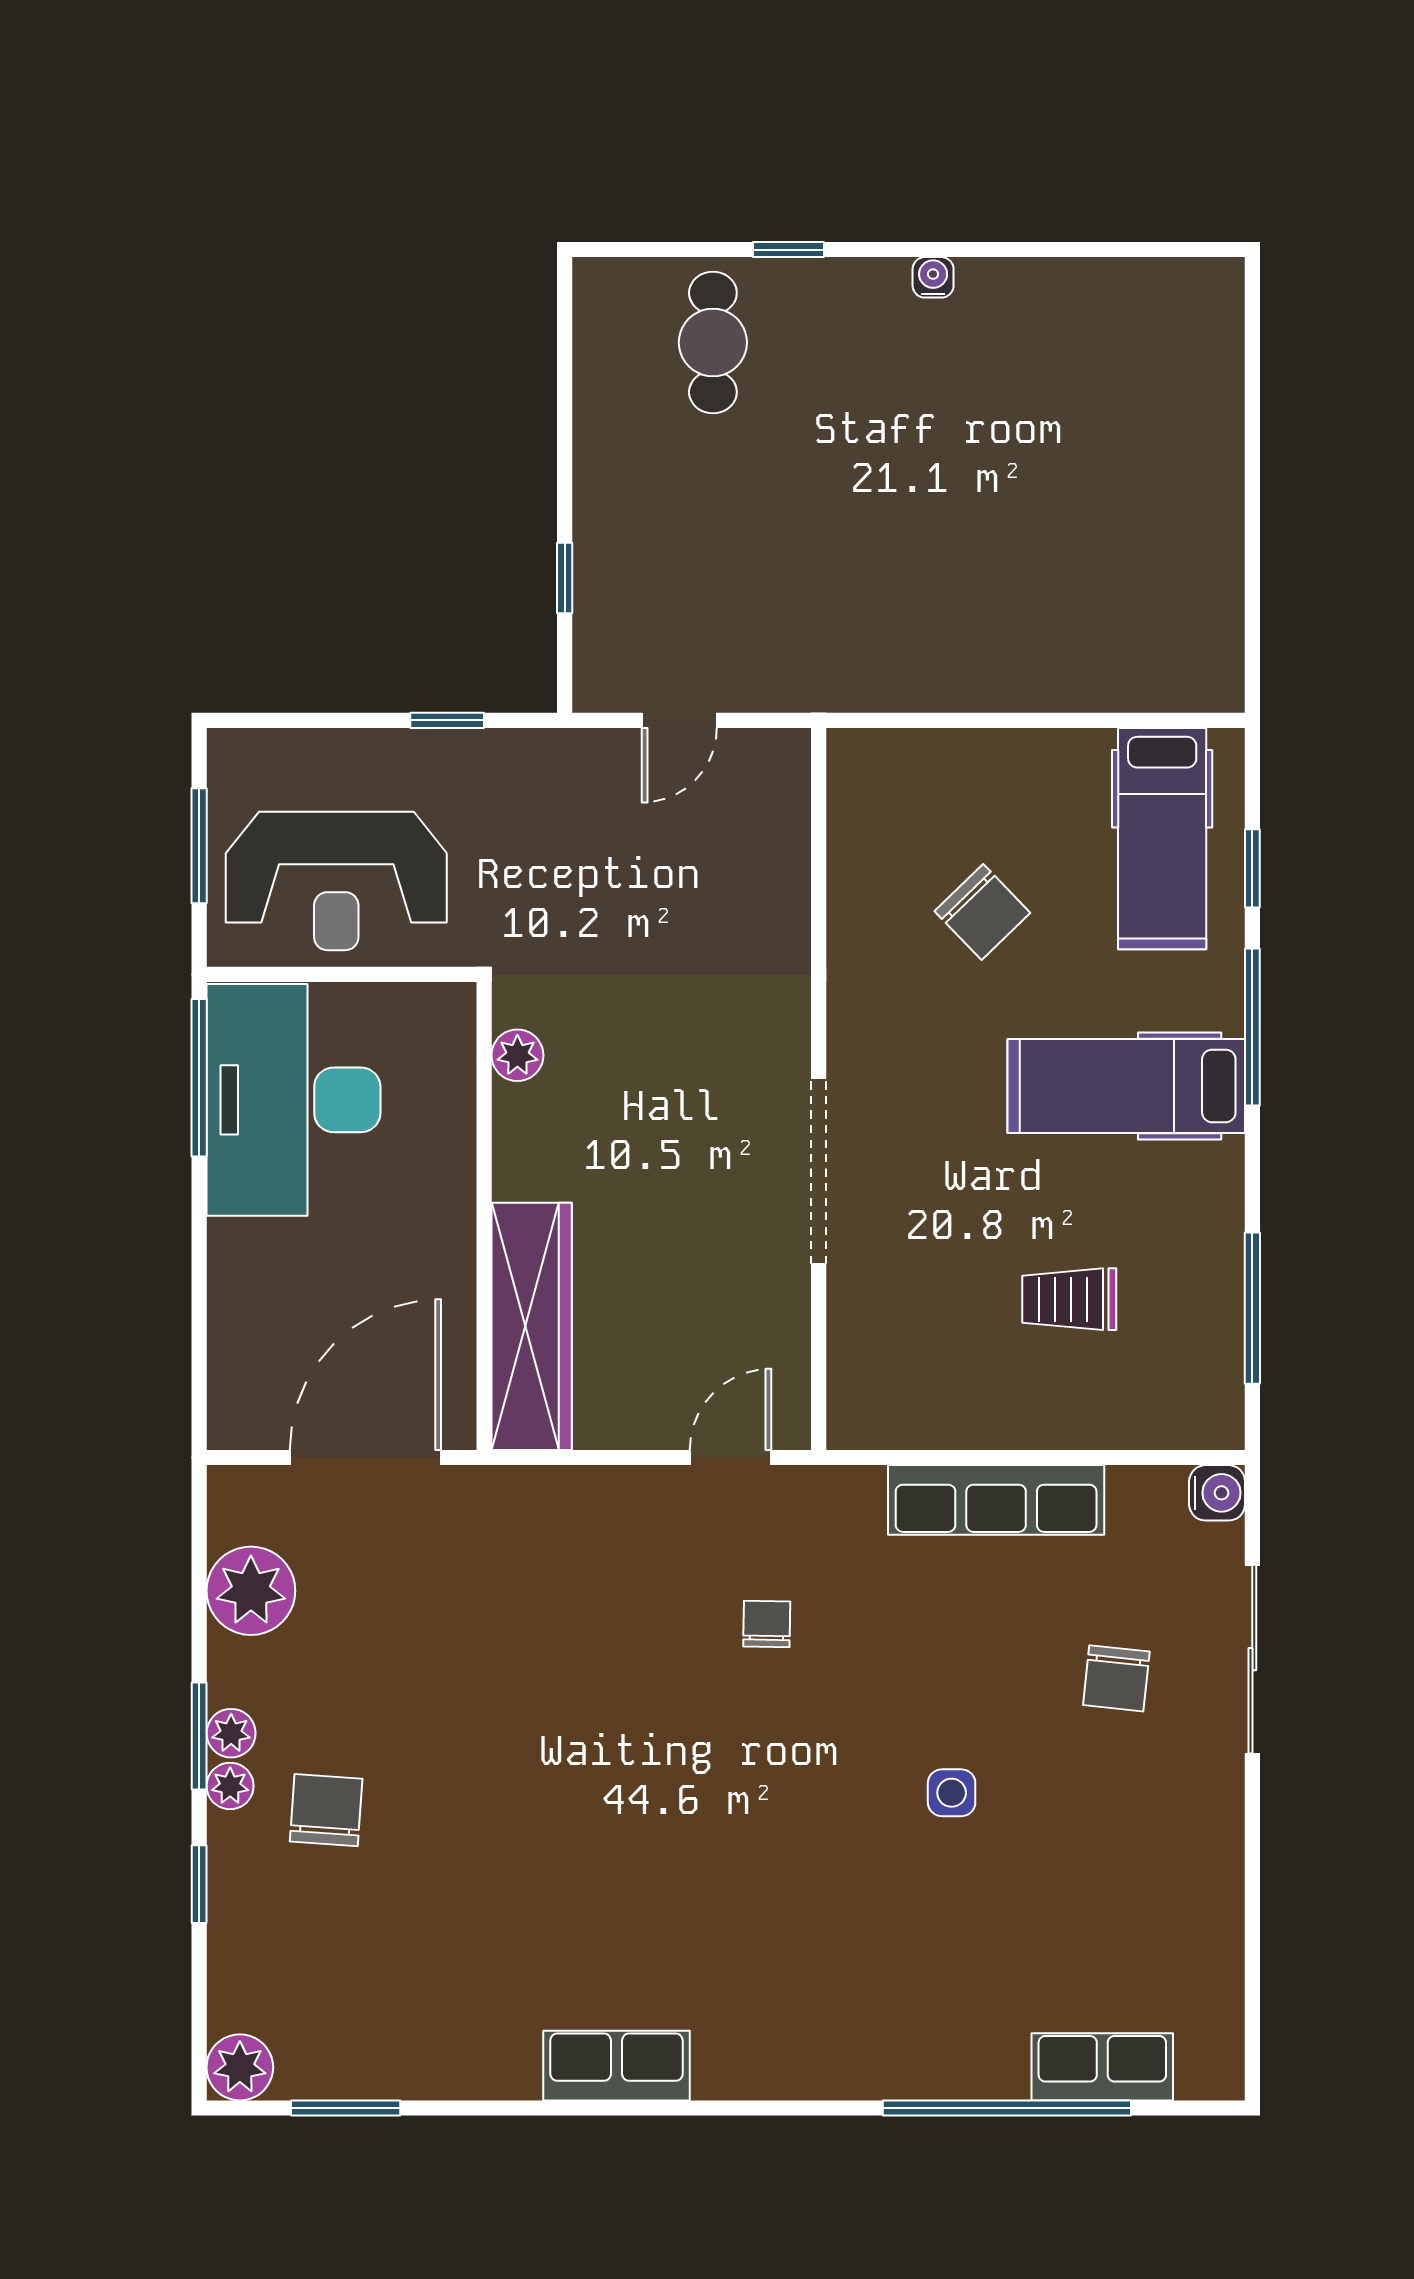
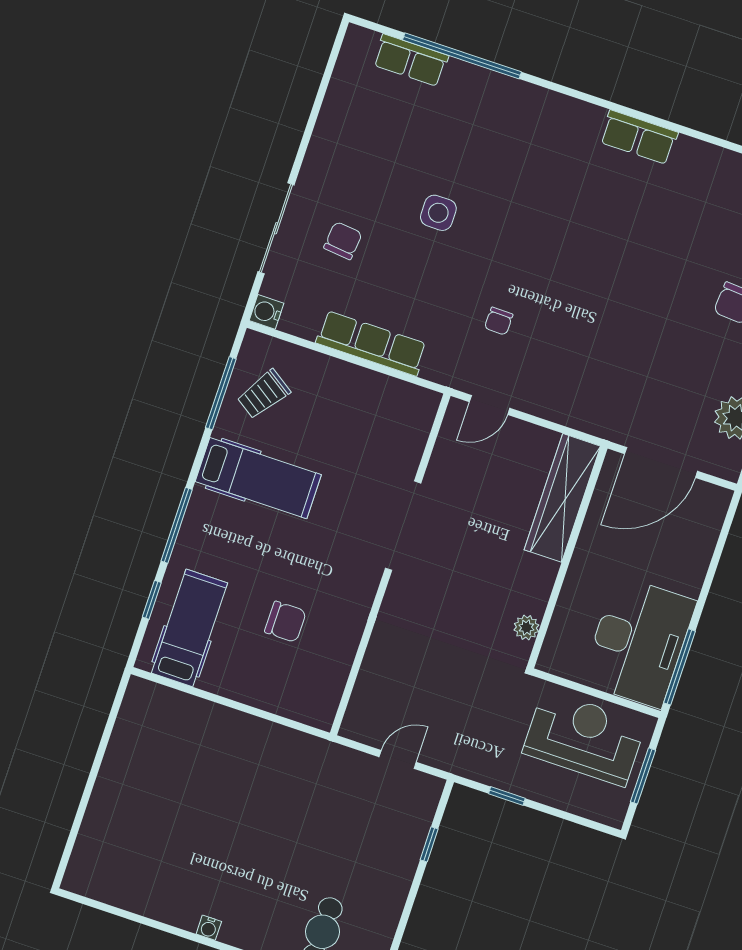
chair: (982, 912) -> (285, 622), turned 134
hospital bed: (1126, 1086) -> (258, 478), moved
trolley: (1069, 1299) -> (264, 394), moved, turned 124
side table: (952, 1793) -> (438, 213), width x1.37, depth x1.37

